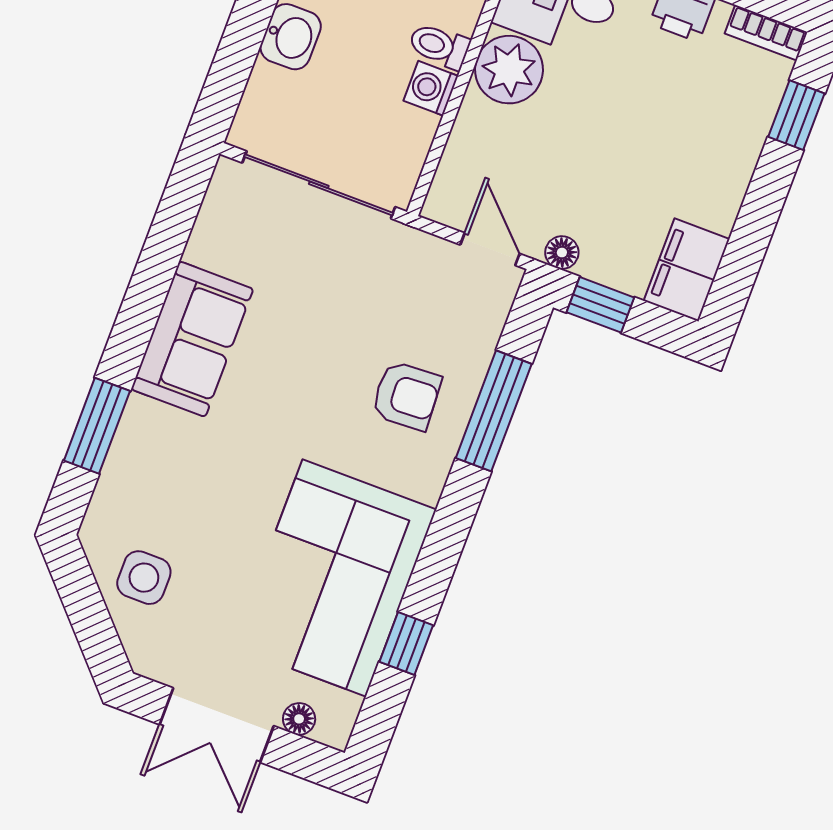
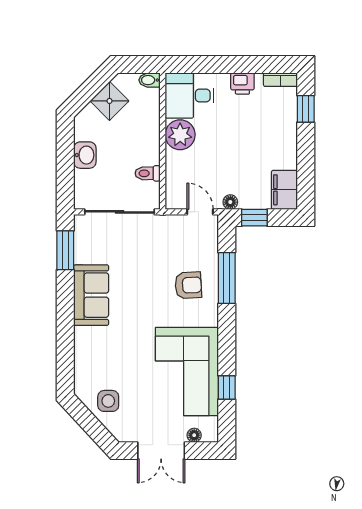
toilet: (439, 46) -> (148, 173), moved
washing machine: (431, 88) -> (151, 155), removed
window: (97, 426) -> (65, 250), moved

